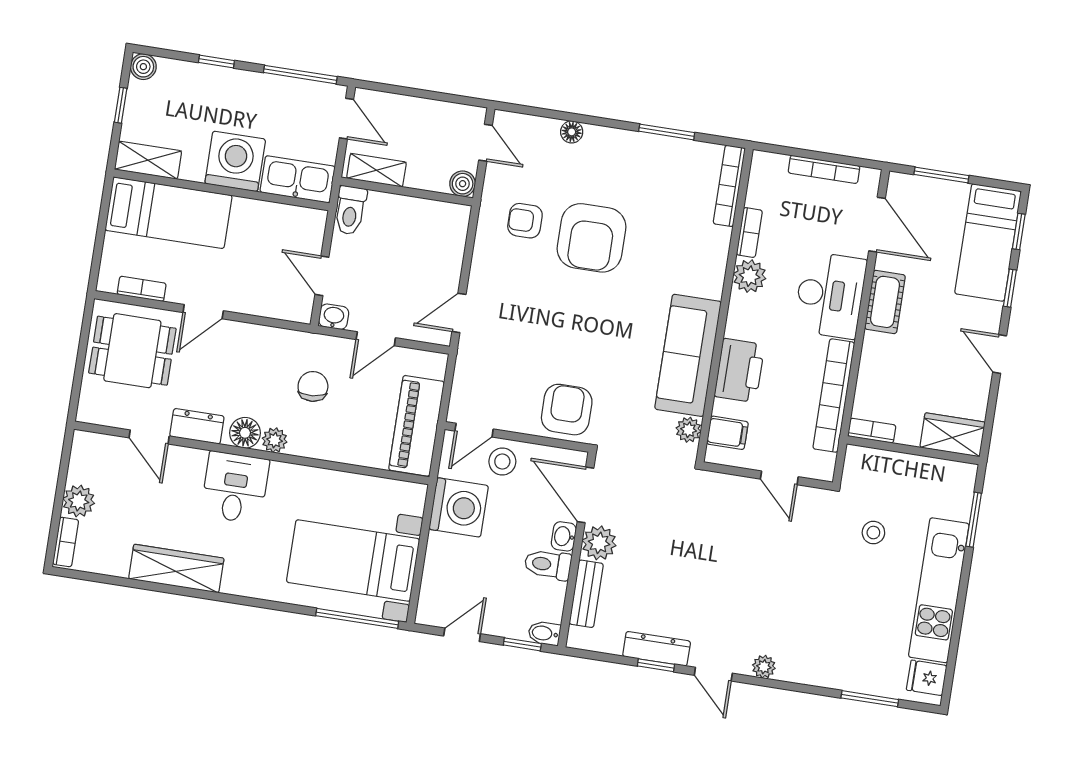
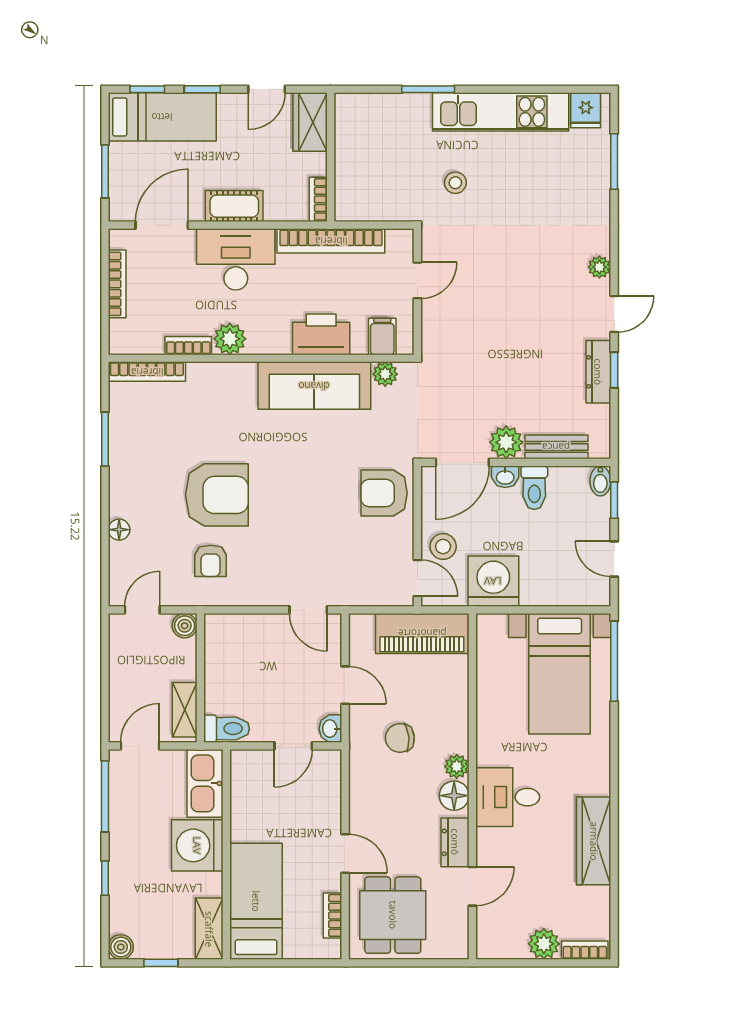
bookcase: (872, 431) -> (318, 199), moved
wardrobe: (952, 435) -> (310, 122), moved
wall: (913, 450) -> (331, 157), moved

